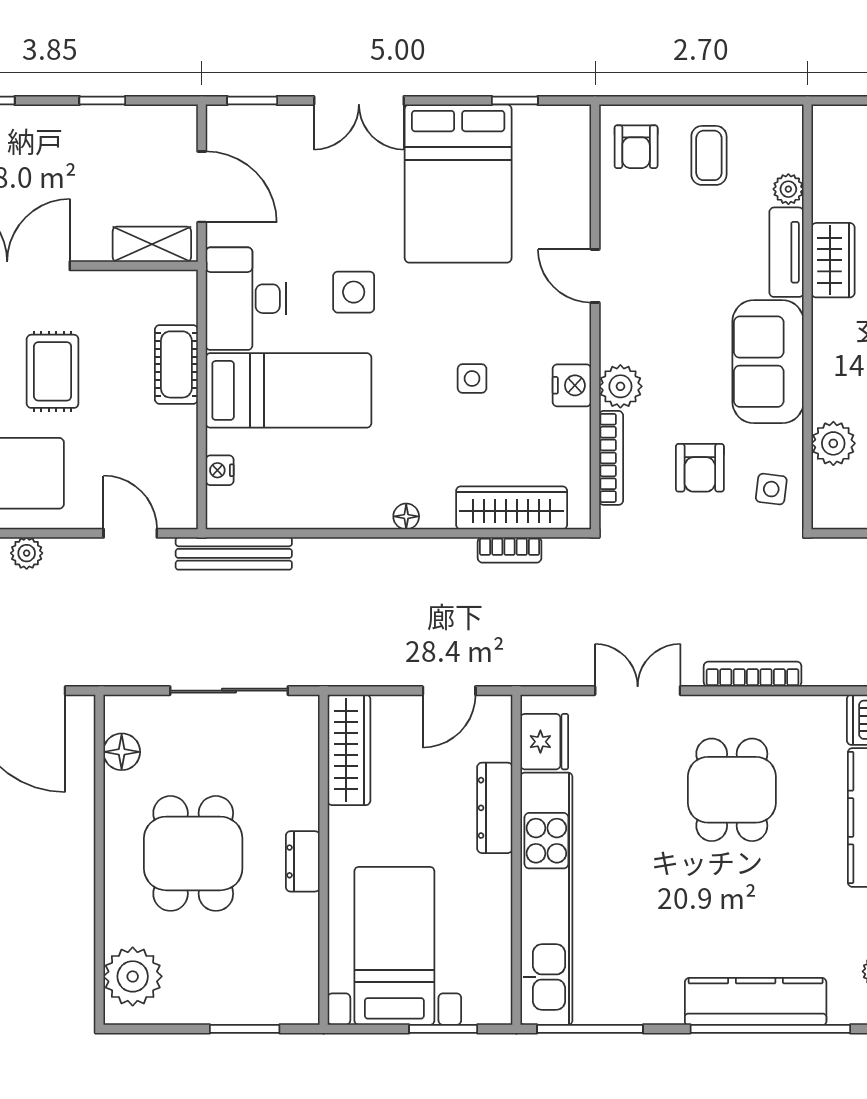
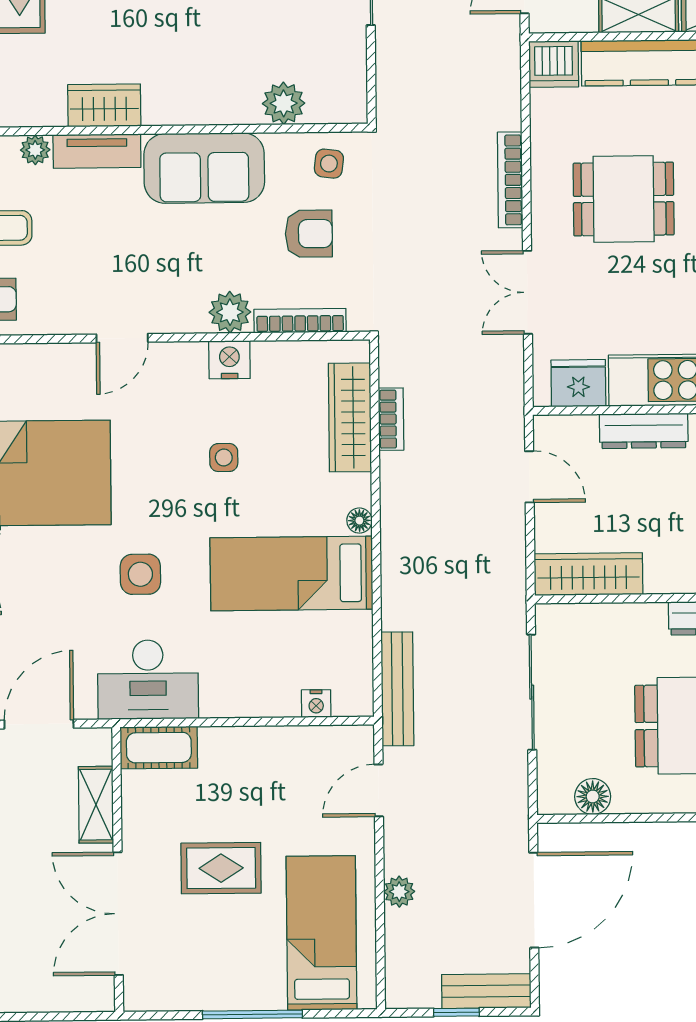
shelving: (152, 244) -> (96, 805), moved
cot: (176, 364) -> (159, 748), moved
bed: (288, 390) -> (291, 573), moved, turned -90

